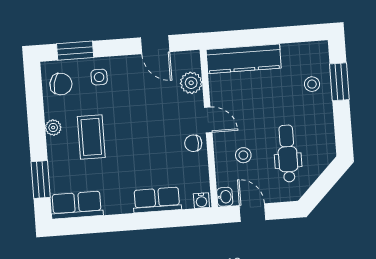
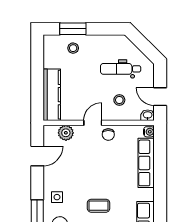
coffee table: (91, 137) -> (99, 206), width x0.73, depth x0.77
row of seats: (157, 200) -> (146, 163), width x1.48
door: (253, 213) -> (160, 97), hinge flipped

